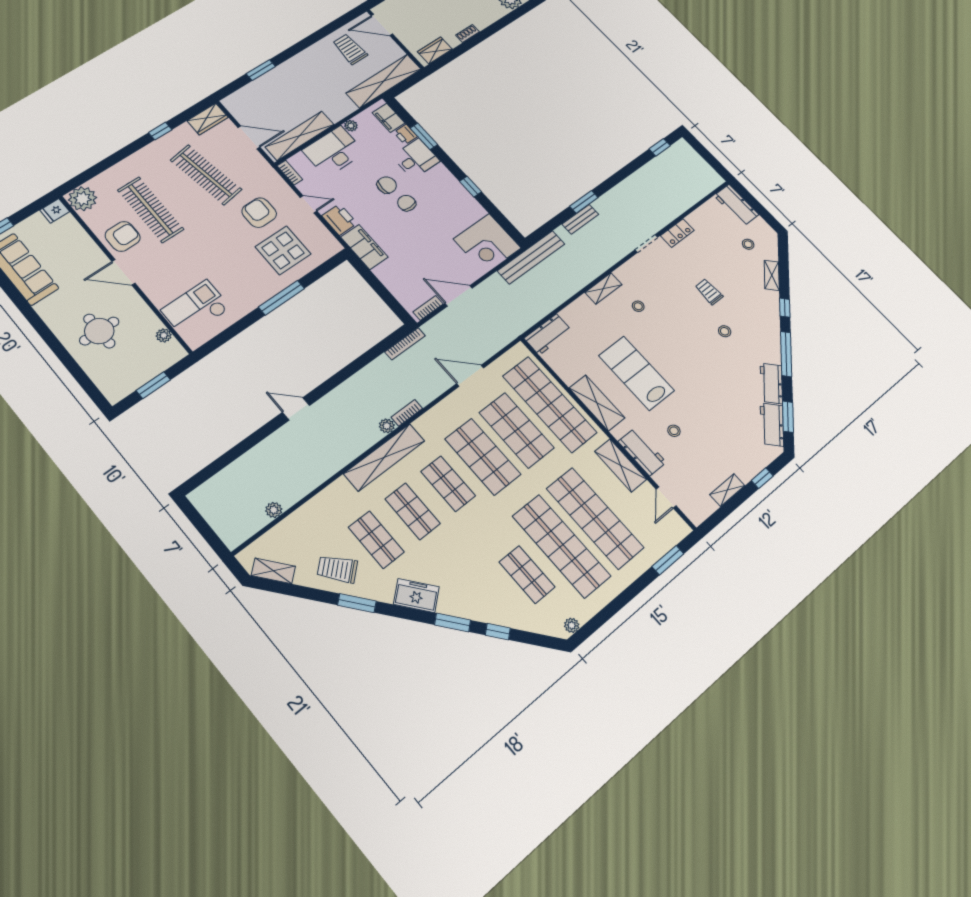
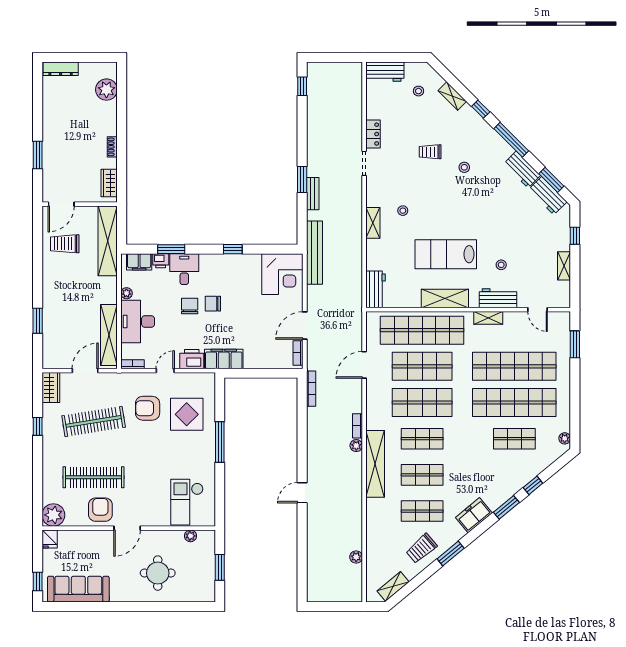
shelving: (621, 465) -> (488, 318), width x0.67, depth x0.75

